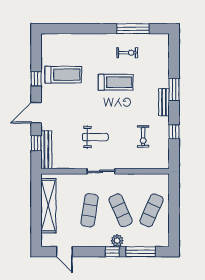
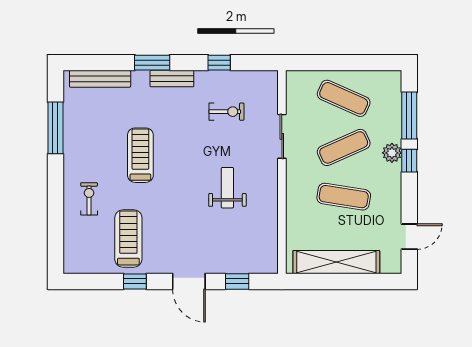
exercise bike: (127, 53) -> (89, 199), moved
bench: (46, 150) -> (100, 79), moved
sliding door: (101, 171) -> (282, 136), moved

